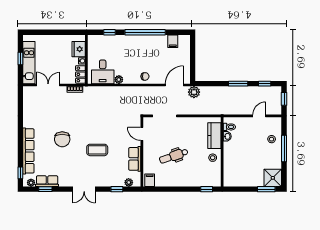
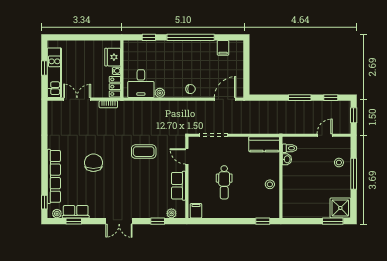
plant: (194, 92) -> (248, 107), removed
kitchen counter: (214, 136) -> (264, 144), moved, turned -90
chair: (62, 139) -> (93, 163), turned 180
coffee table: (97, 150) -> (144, 152), moved
dental chair: (174, 156) -> (224, 182), turned -71

